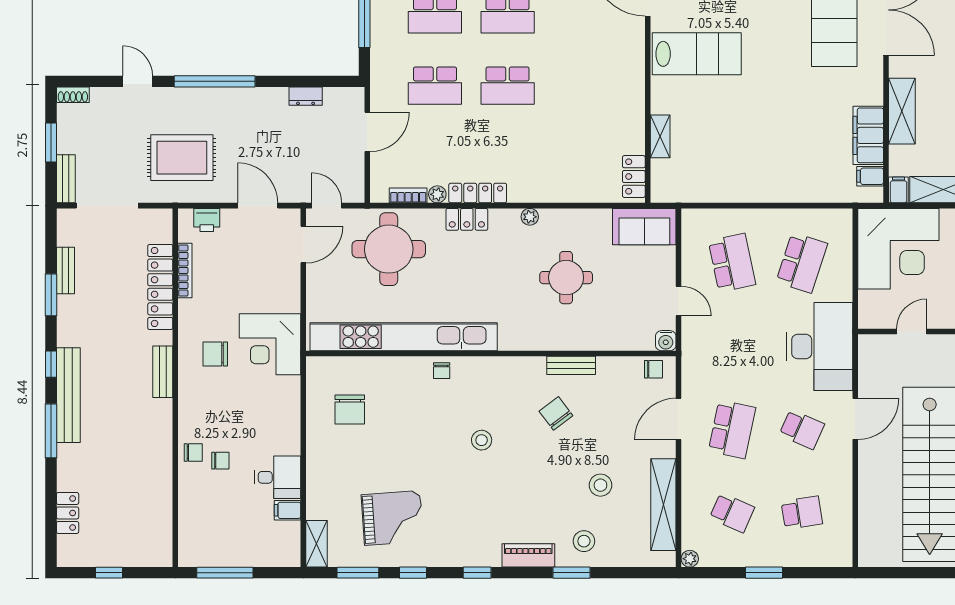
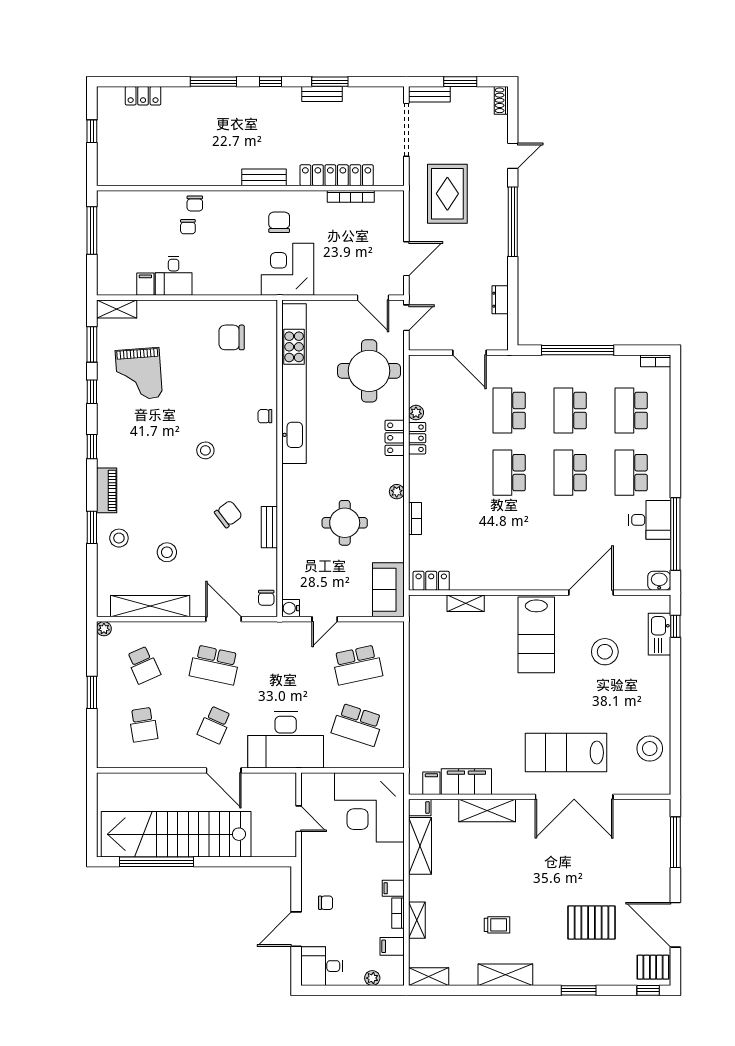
locker: (478, 193) -> (417, 438), width x0.66
bookcase: (408, 195) -> (415, 518), moved
printer: (207, 220) -> (394, 215), removed
bench: (65, 270) -> (322, 94), moved
bench: (68, 395) -> (244, 96), removed
school desk: (732, 513) -> (143, 665), turned -48

